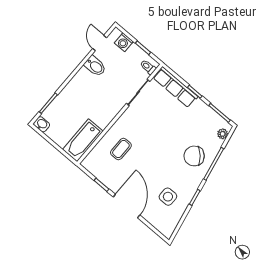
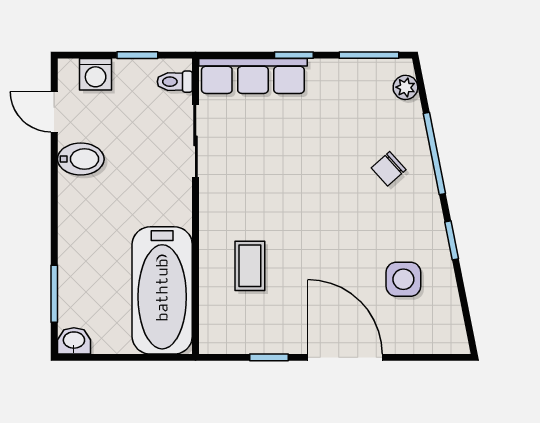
bathtub: (83, 140) -> (162, 290), width x1.36, depth x1.36
chair: (194, 156) -> (389, 169), width x0.54, depth x0.54

